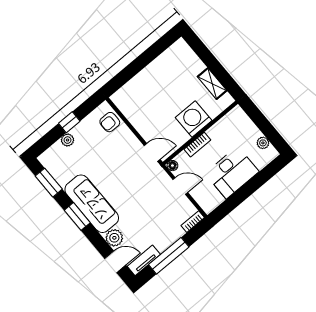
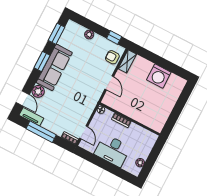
shelving: (212, 84) -> (127, 61), moved
washing machine: (194, 119) -> (159, 76), moved, turned 180
window: (69, 122) -> (114, 37), moved
door: (152, 152) -> (109, 83), moved
door: (180, 186) -> (84, 132), moved

